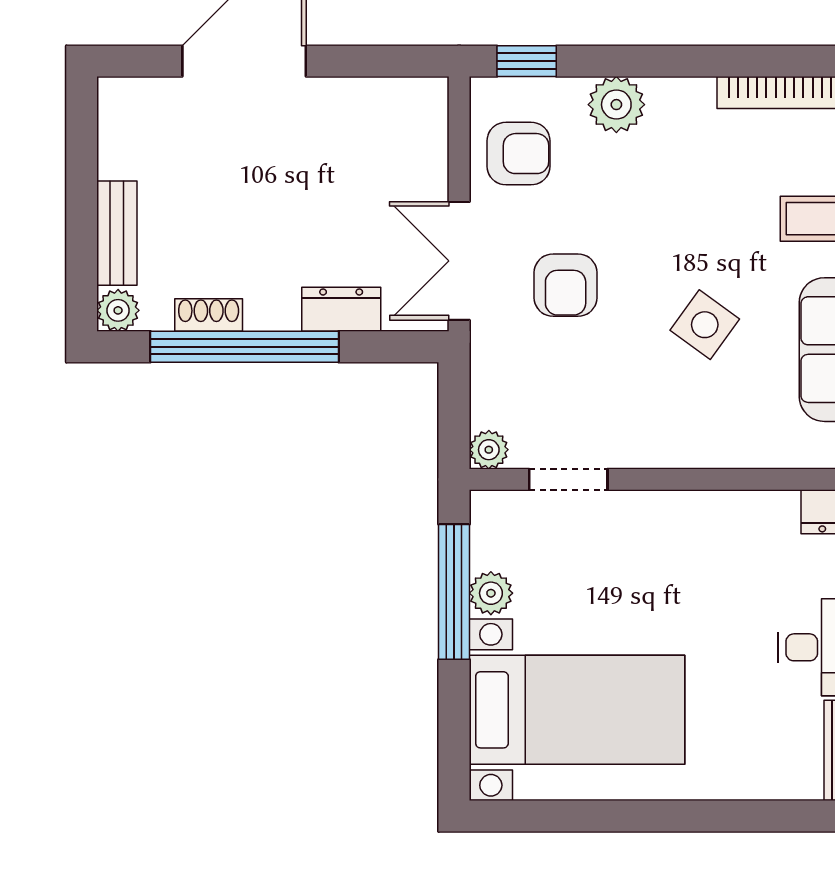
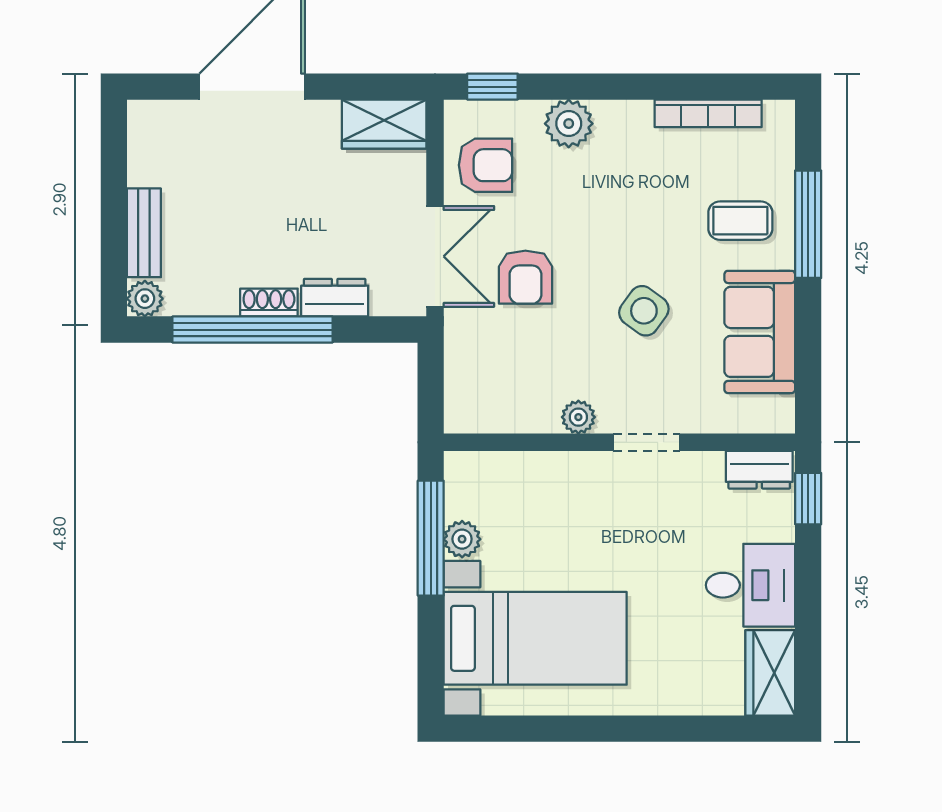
wardrobe: (399, 105) -> (384, 124), added
double door: (459, 261) -> (435, 256), swing flipped
shoe rack: (209, 315) -> (269, 303), moved
plant: (489, 450) -> (578, 417), moved
doorway: (568, 479) -> (646, 442), moved

